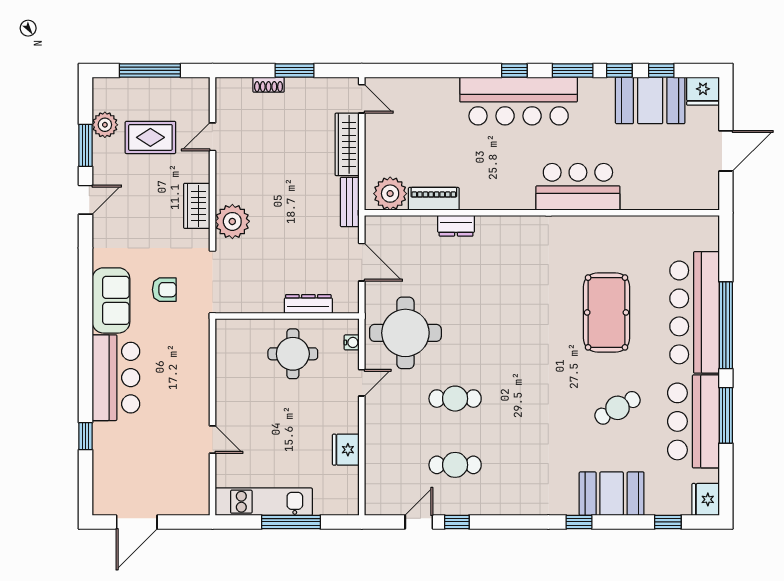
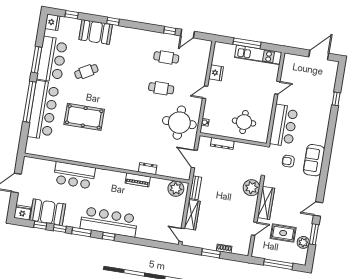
bar counter: (578, 187) -> (74, 175), moved
piano: (434, 199) -> (138, 180), moved
wardrobe: (197, 206) -> (266, 203), width x1.50
pool table: (607, 312) -> (84, 117), turned 90
round table: (293, 354) -> (244, 122), moved
bar counter: (116, 378) -> (284, 126), moved, turned 180
door: (362, 383) -> (205, 92), moved
door: (212, 440) -> (277, 88), swing flipped

